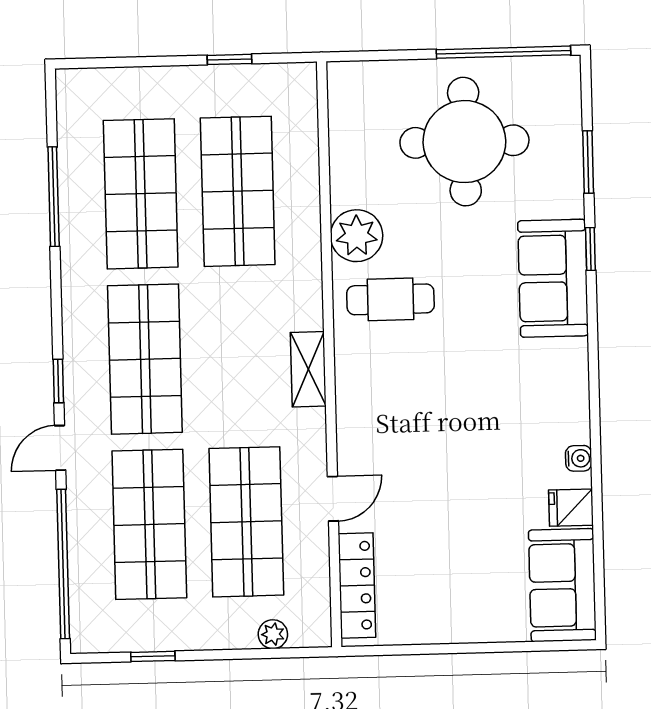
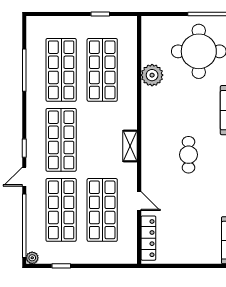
plant: (357, 236) -> (152, 75), moved
cafe table: (390, 299) -> (188, 155), moved, turned 90
door: (333, 499) -> (139, 201), hinge flipped
plant: (273, 634) -> (32, 258), moved

